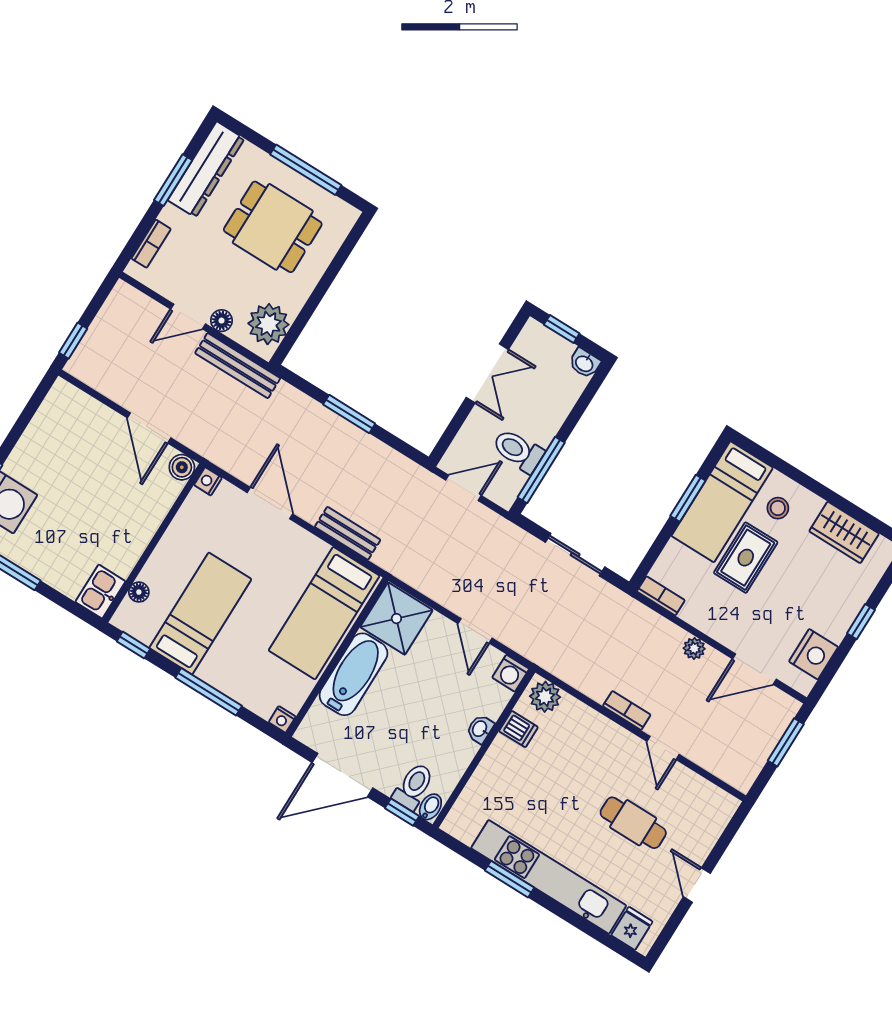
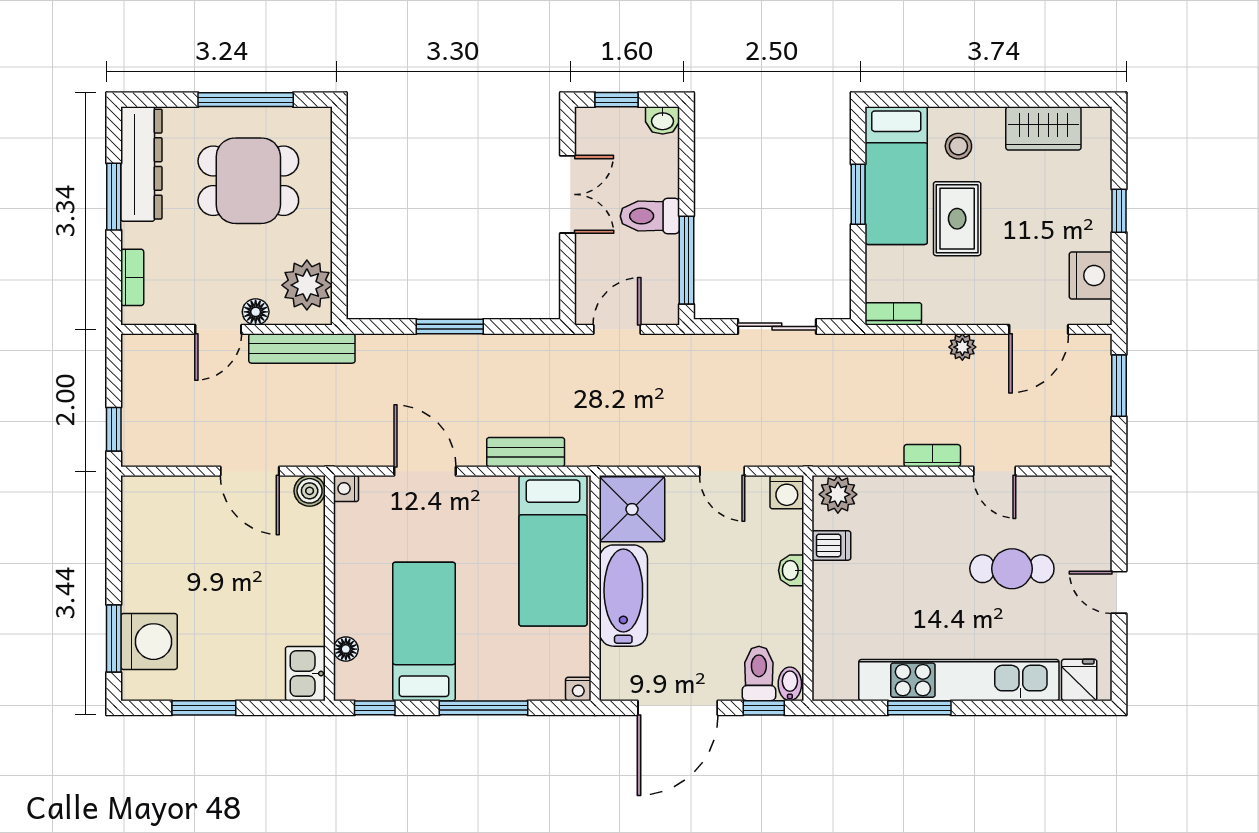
toilet: (518, 451) -> (650, 216), moved

